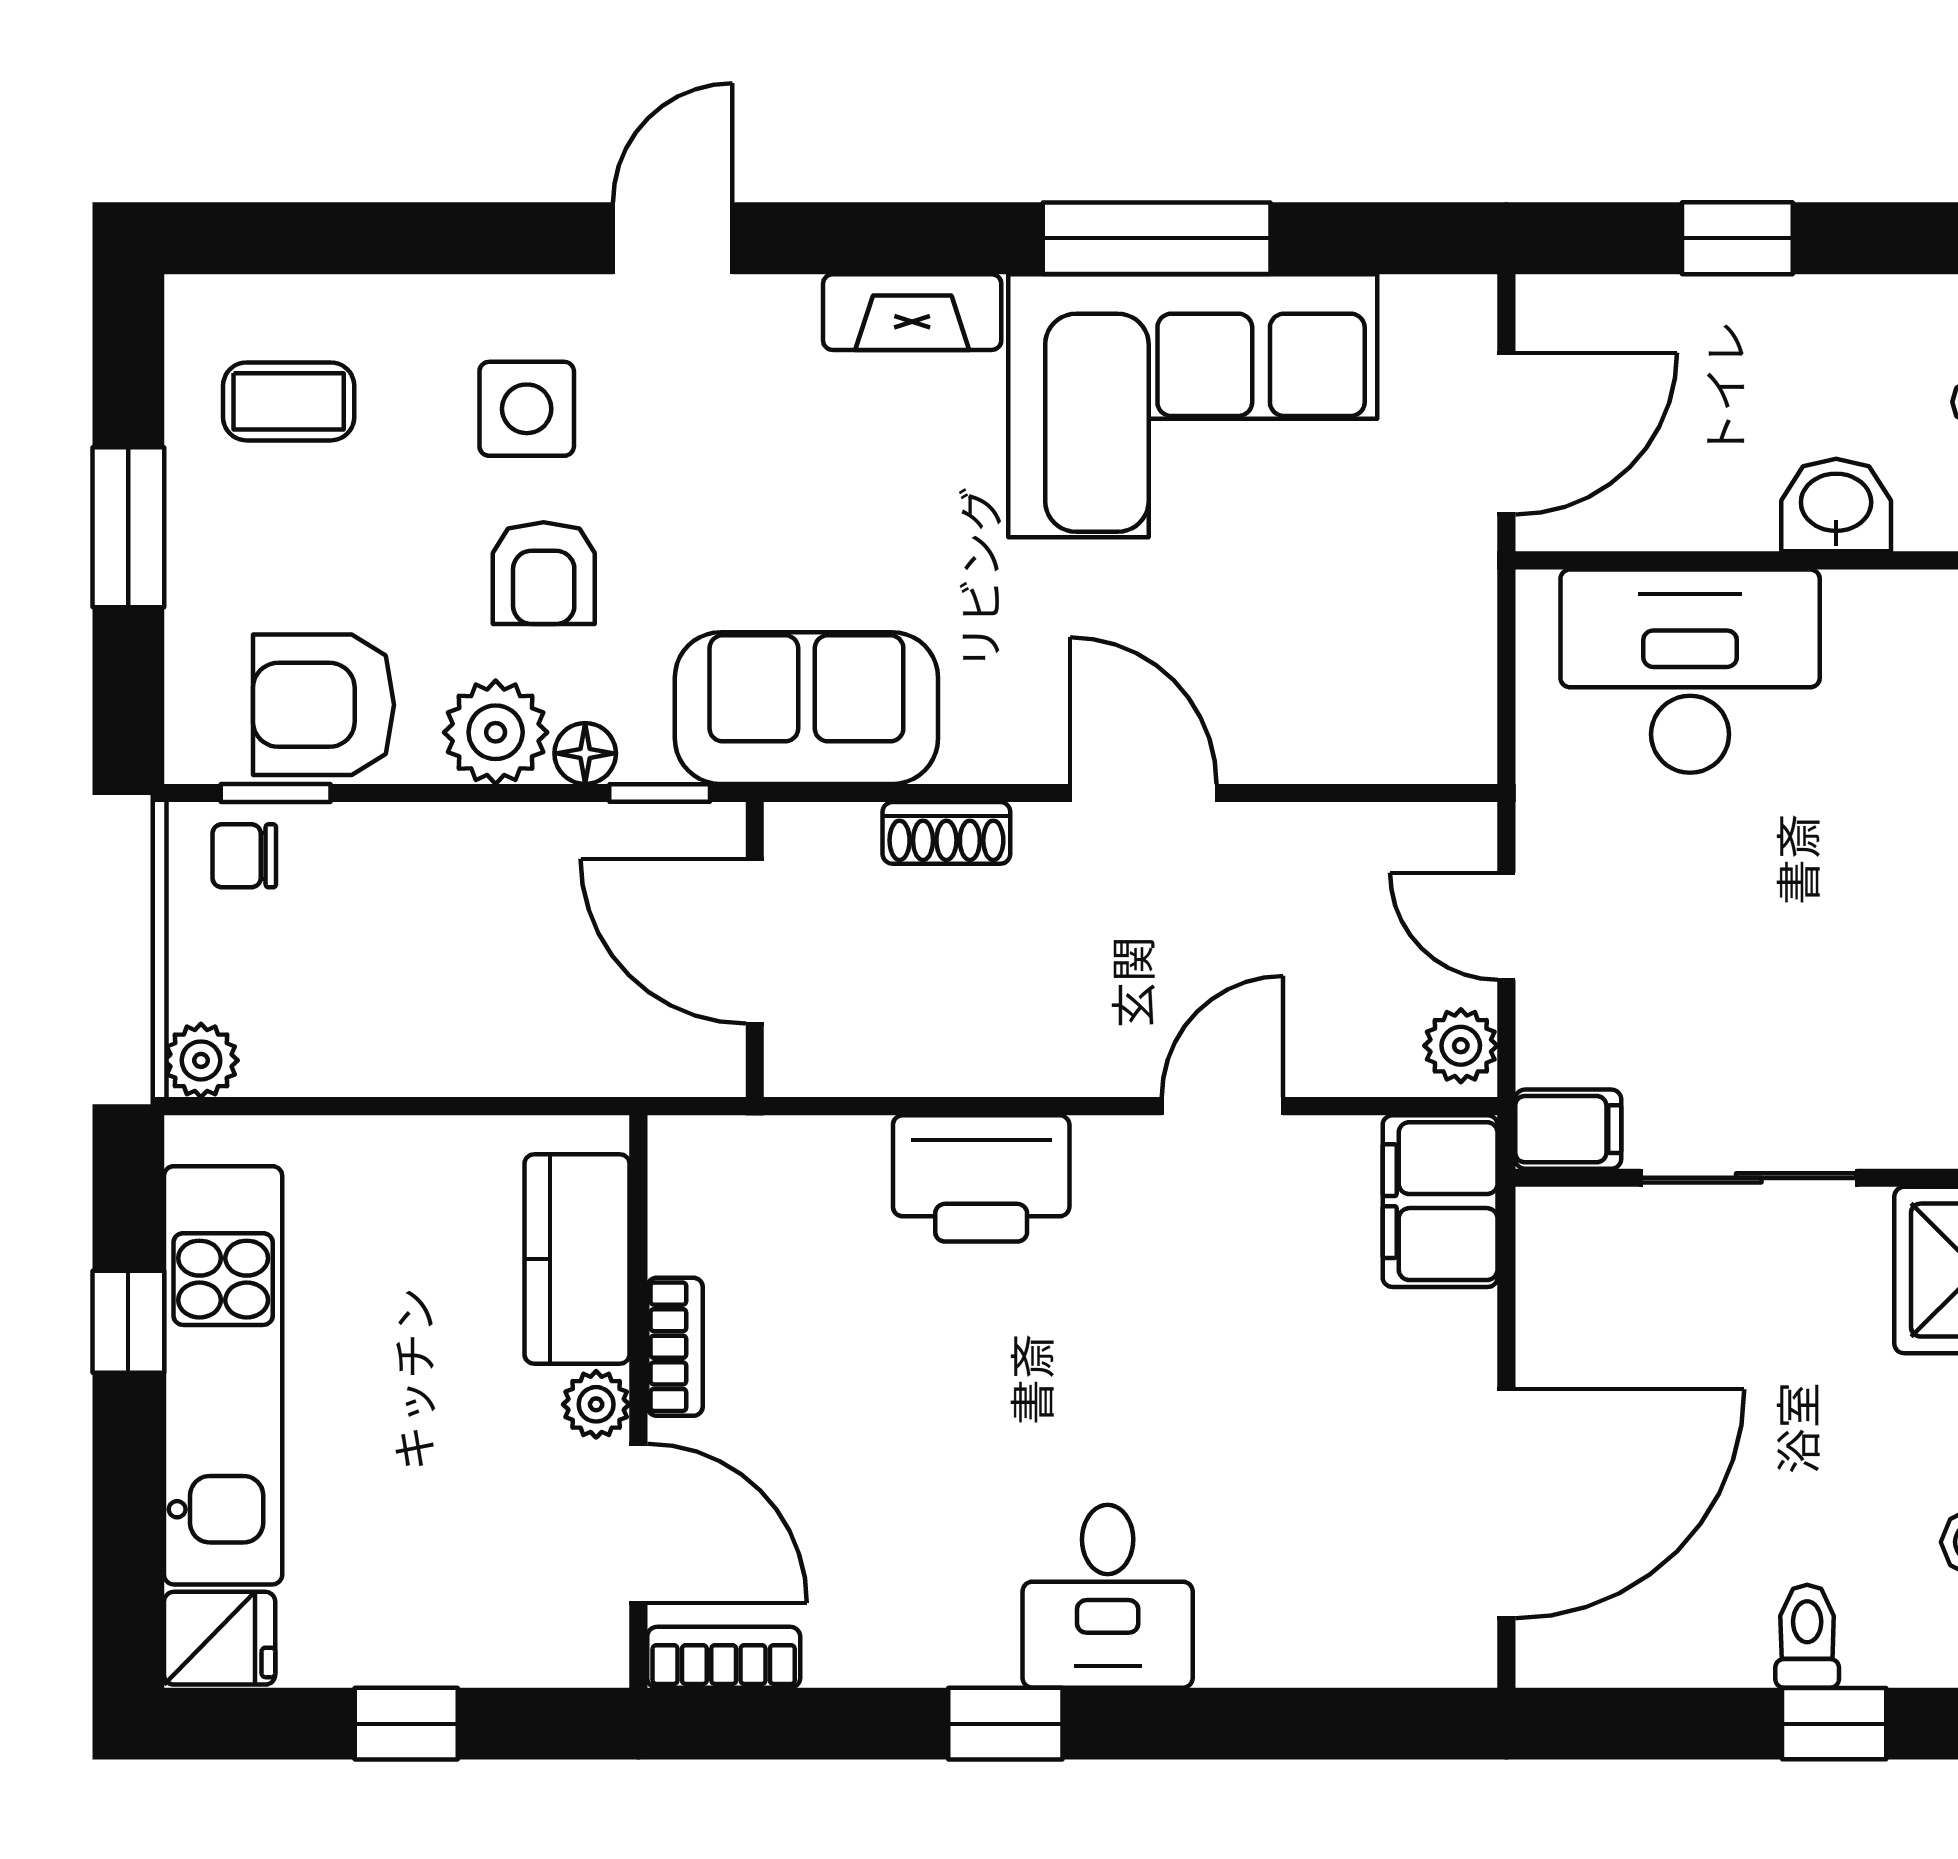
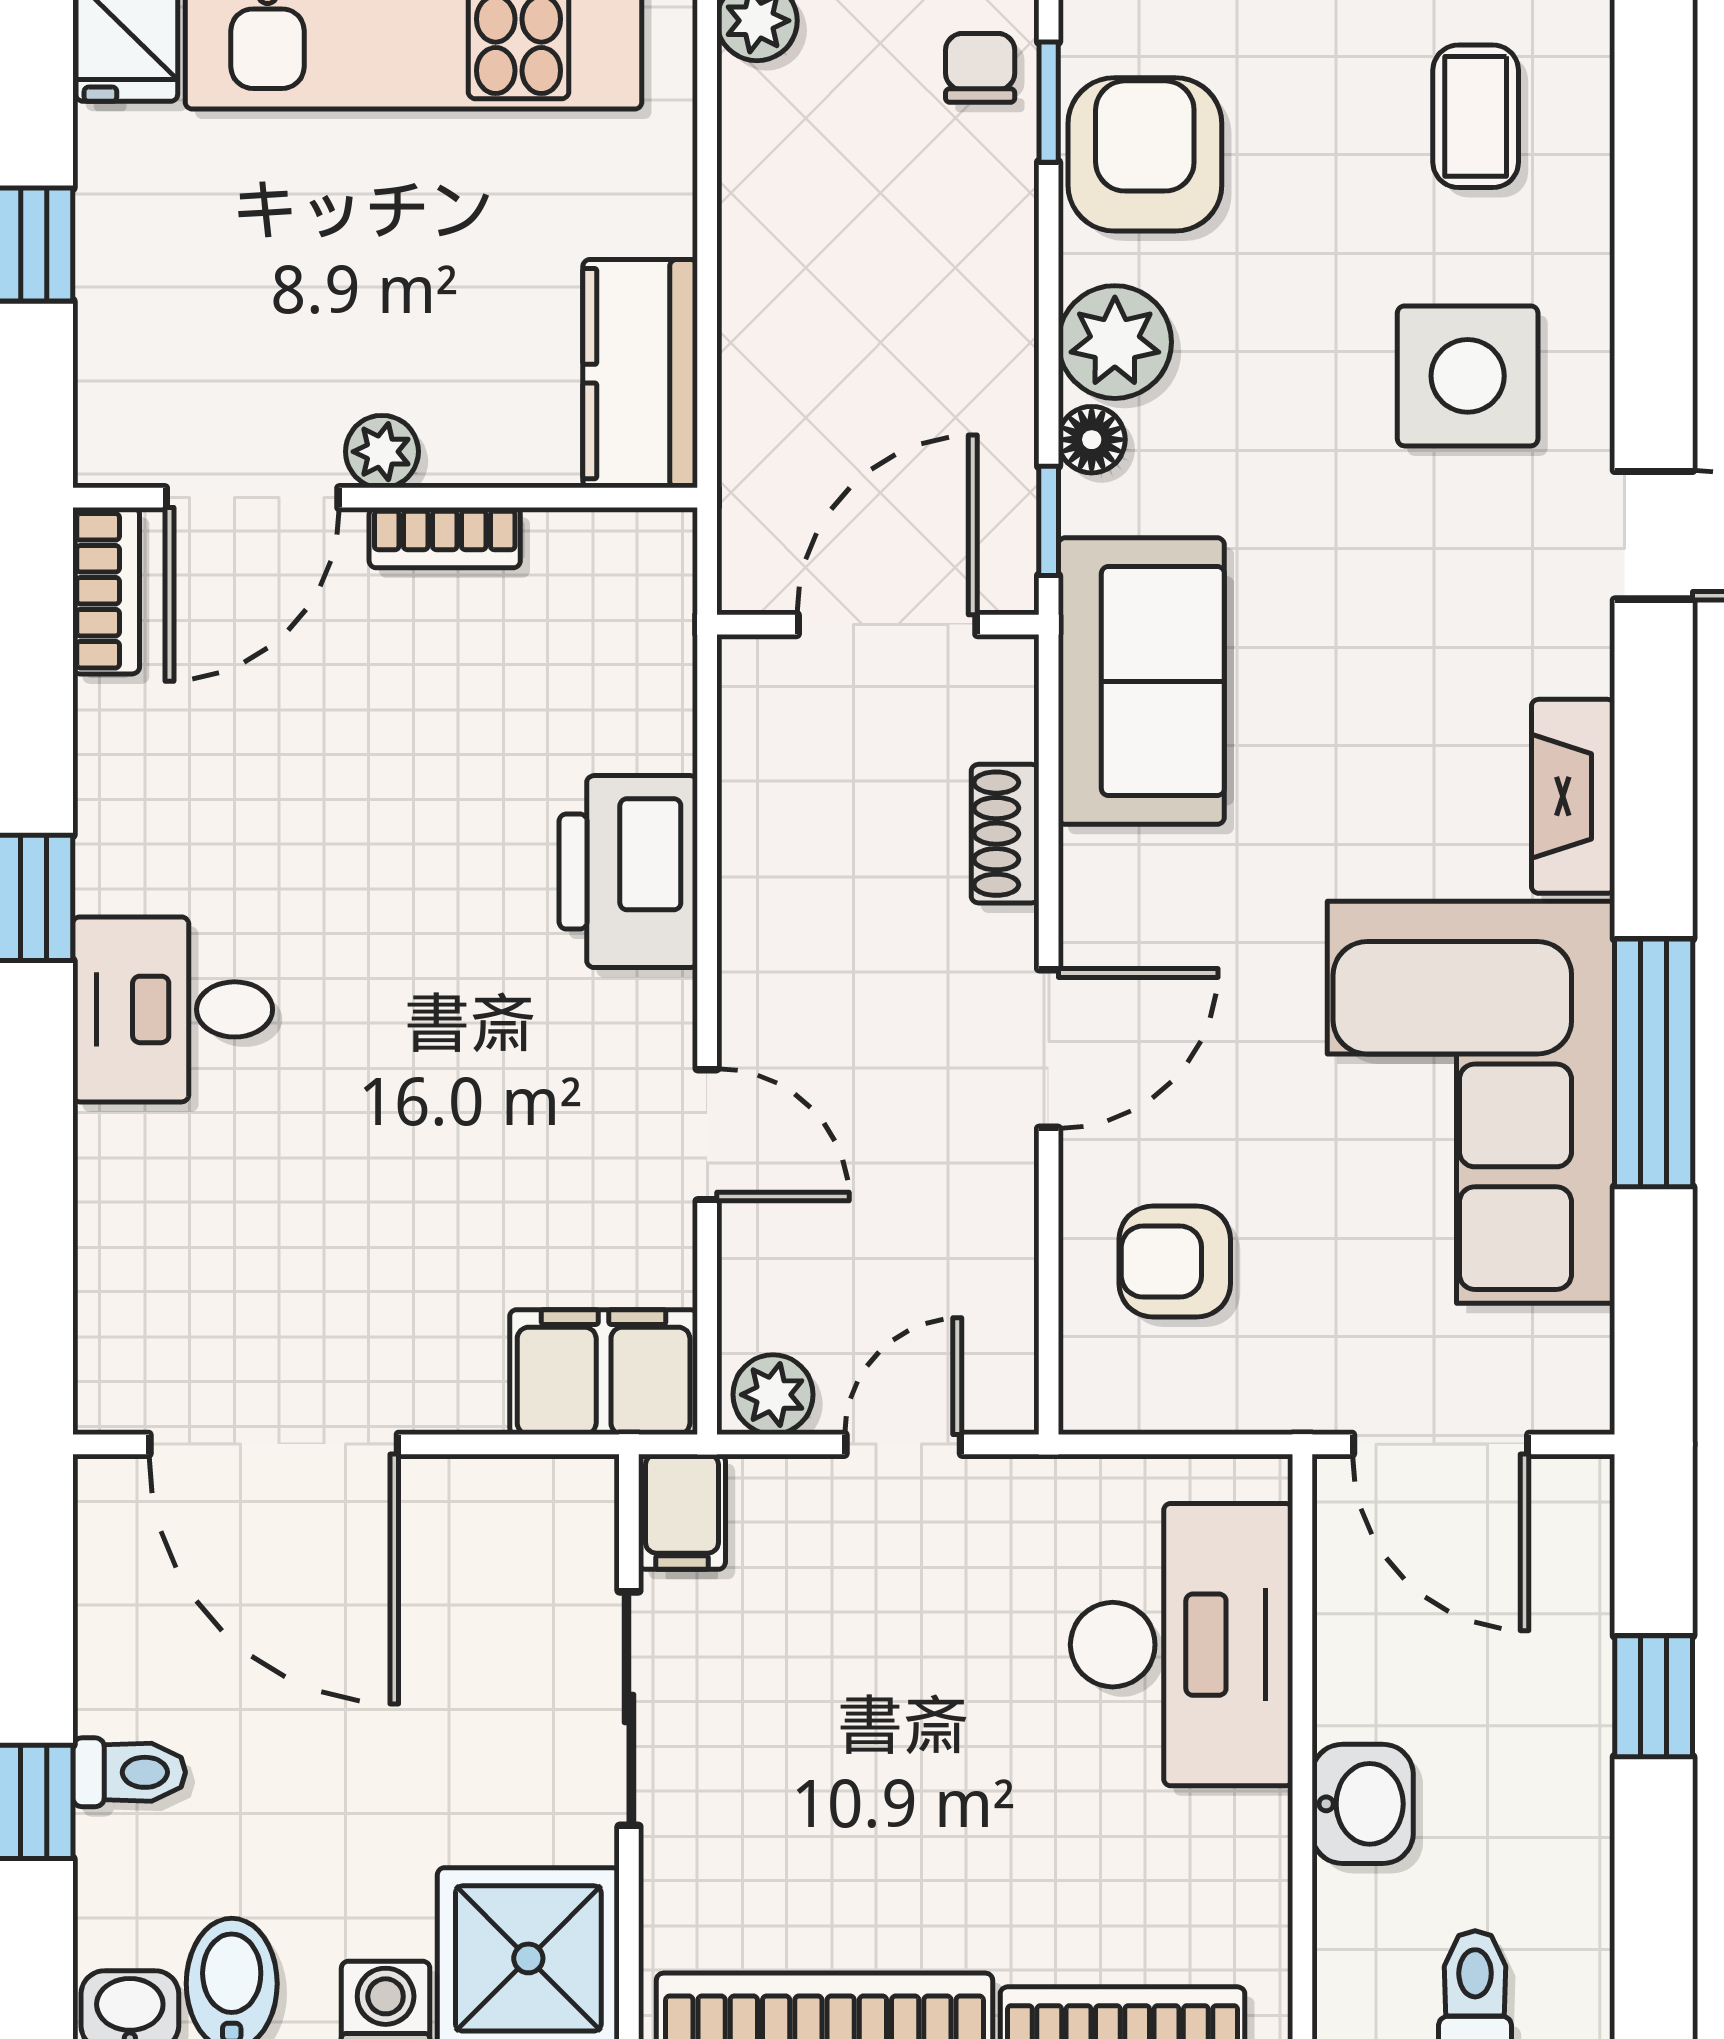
side table: (527, 409) -> (1468, 376), width x1.37, depth x1.37
armchair: (544, 573) -> (1175, 1262), moved
kitchen counter: (577, 1259) -> (640, 374), moved, turned -90

